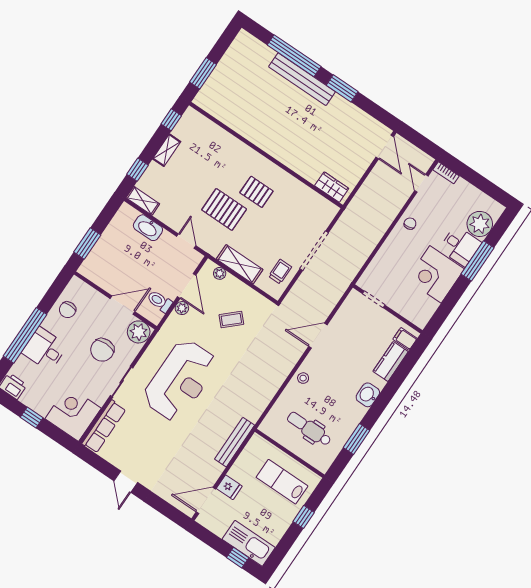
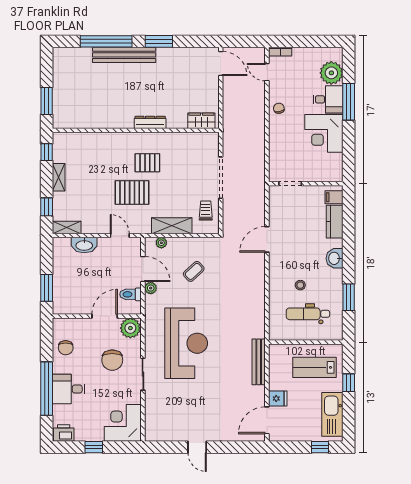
dresser: (284, 157) -> (150, 122), added
stool: (303, 378) -> (300, 285), moved
row of seats: (104, 426) -> (153, 417), removed
kitchen sink: (249, 543) -> (332, 414), moved, turned -90

